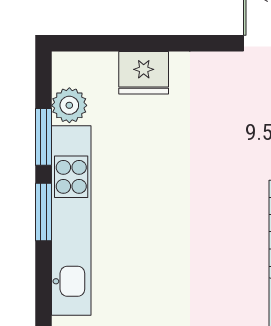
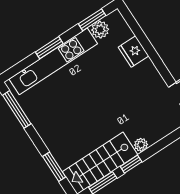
window: (43, 137) -> (92, 20), moved

